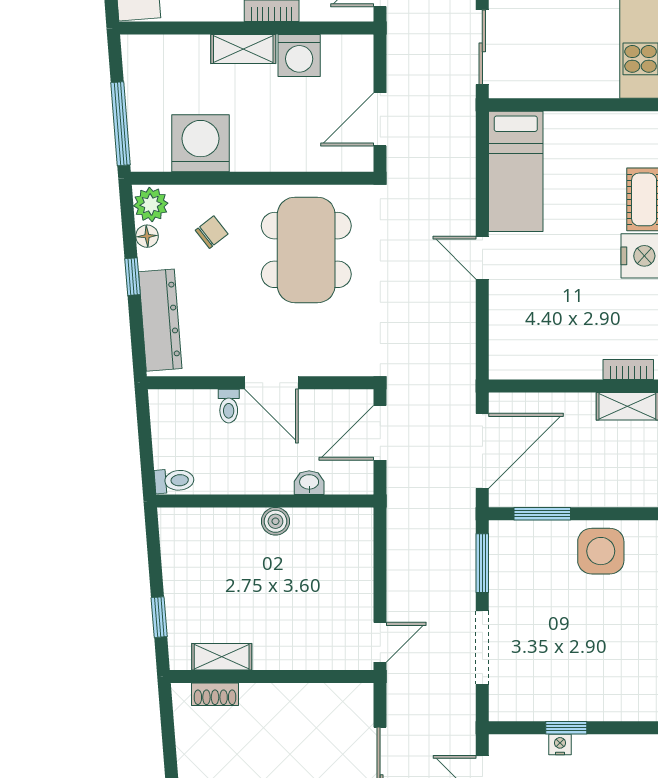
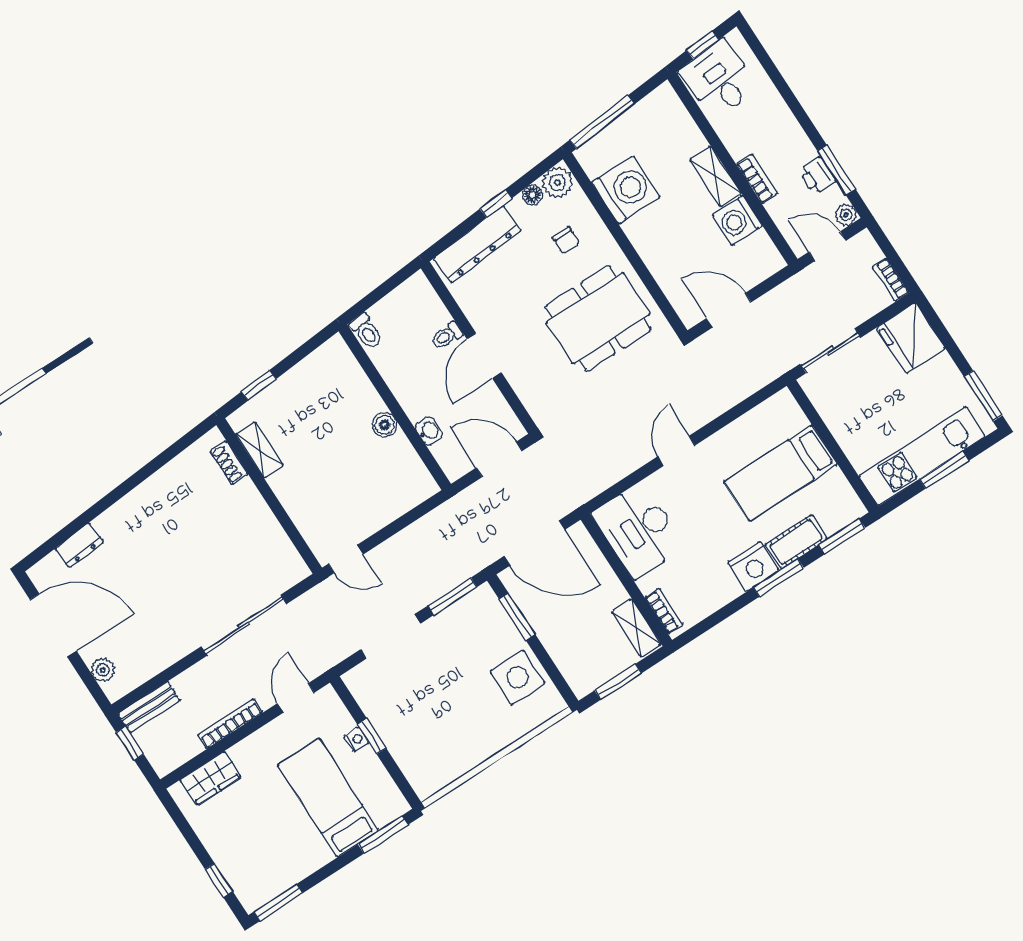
bed: (516, 171) -> (781, 473), moved
chair: (212, 232) -> (566, 240), turned 38
desk: (535, 343) -> (638, 530), added

